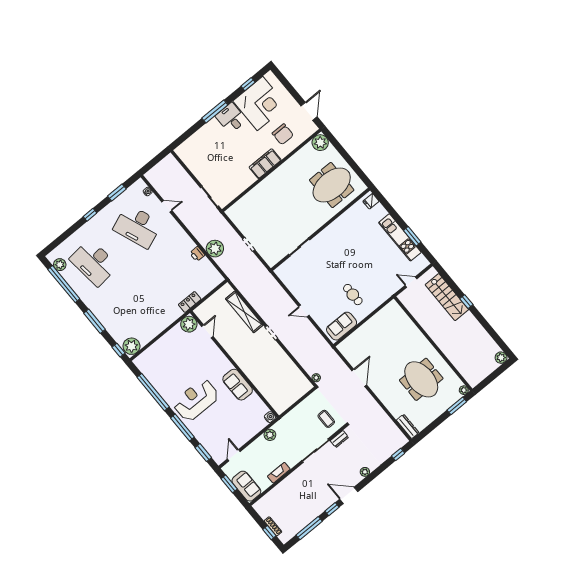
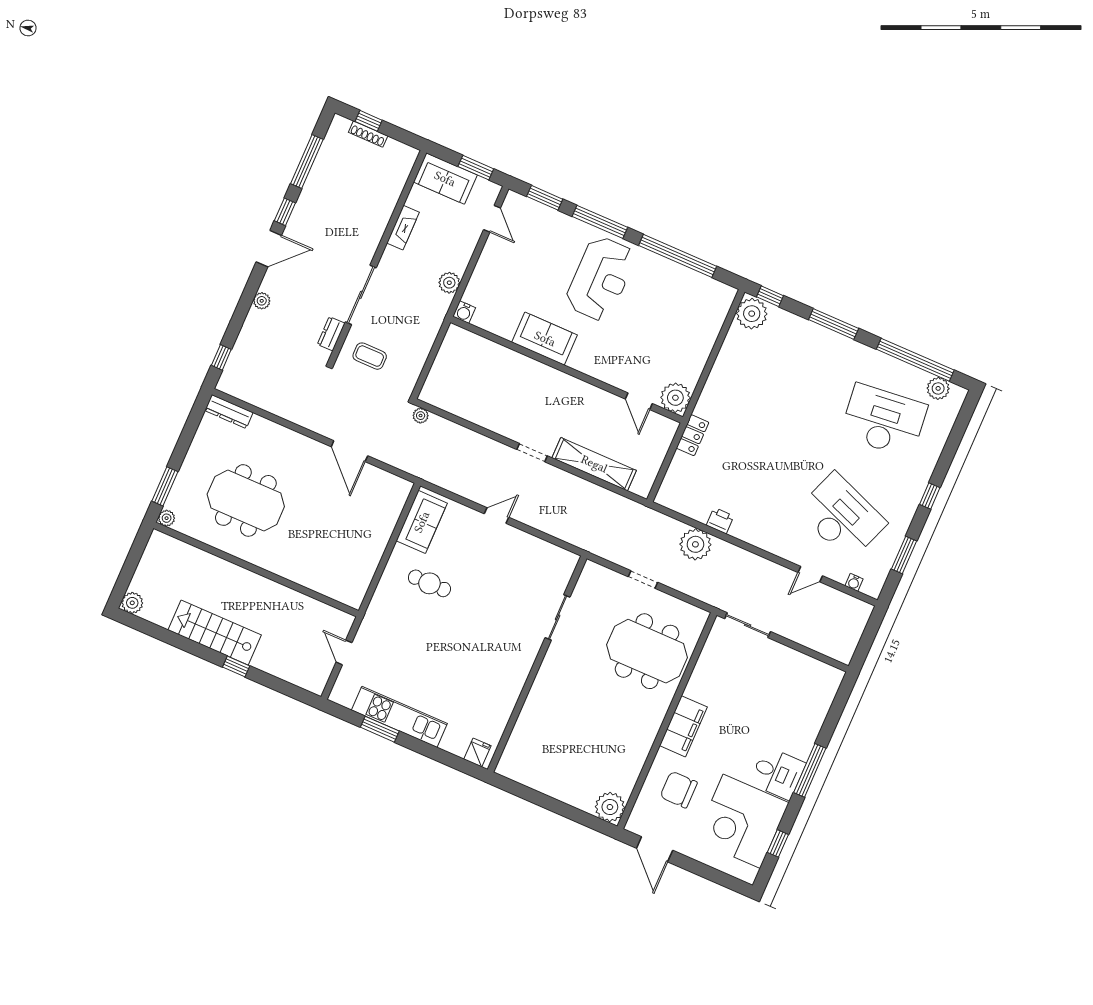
meeting table: (332, 185) -> (647, 651), moved, turned 90
desk: (138, 226) -> (842, 517), turned 42
door: (411, 282) -> (344, 652), swing flipped
stairs: (447, 297) -> (215, 632), moved

